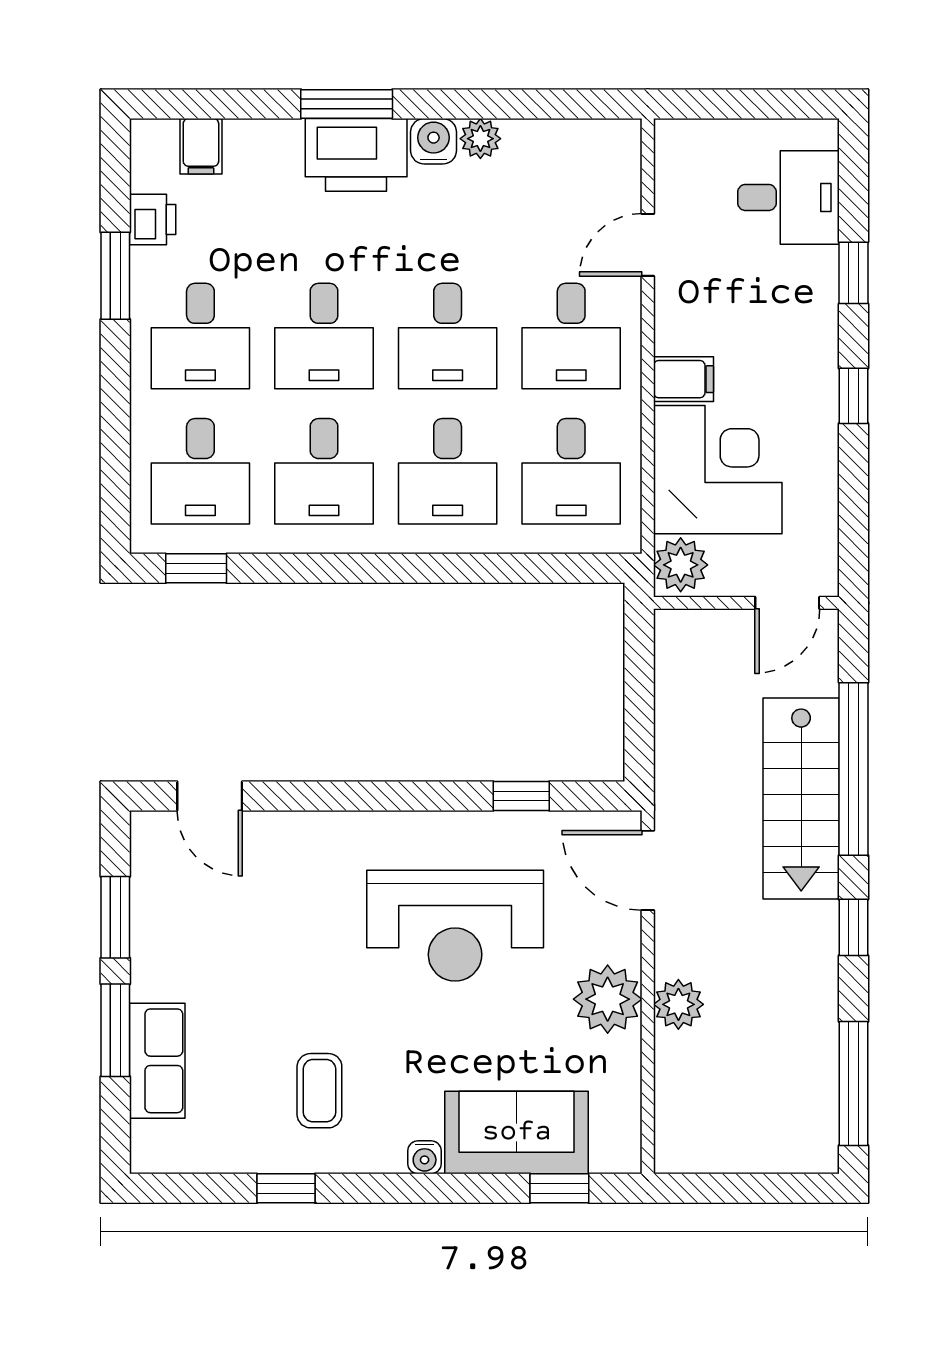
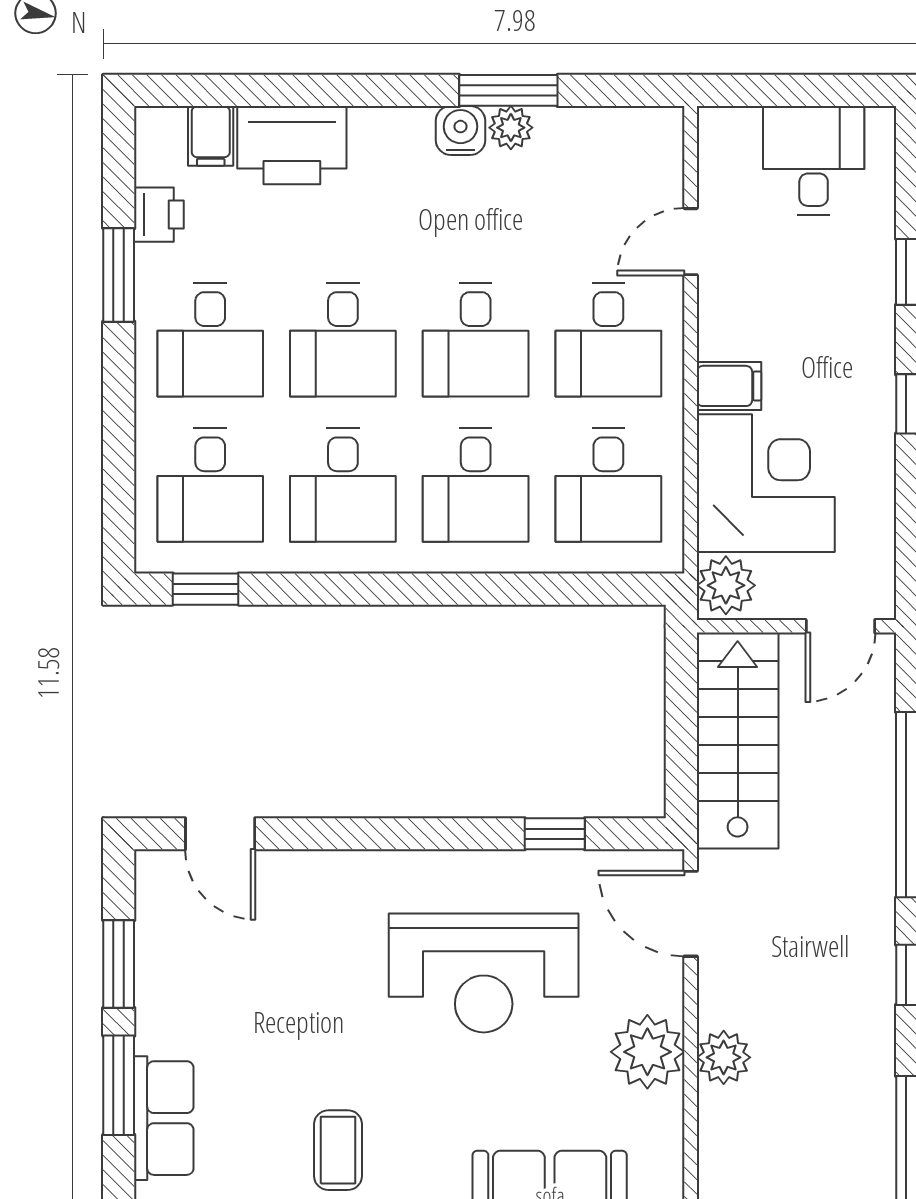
window: (347, 104) -> (508, 90), moved
printer: (356, 155) -> (292, 145), moved
desk: (788, 197) -> (814, 160), moved, turned -90
stairs: (801, 799) -> (738, 740), moved, turned 180

